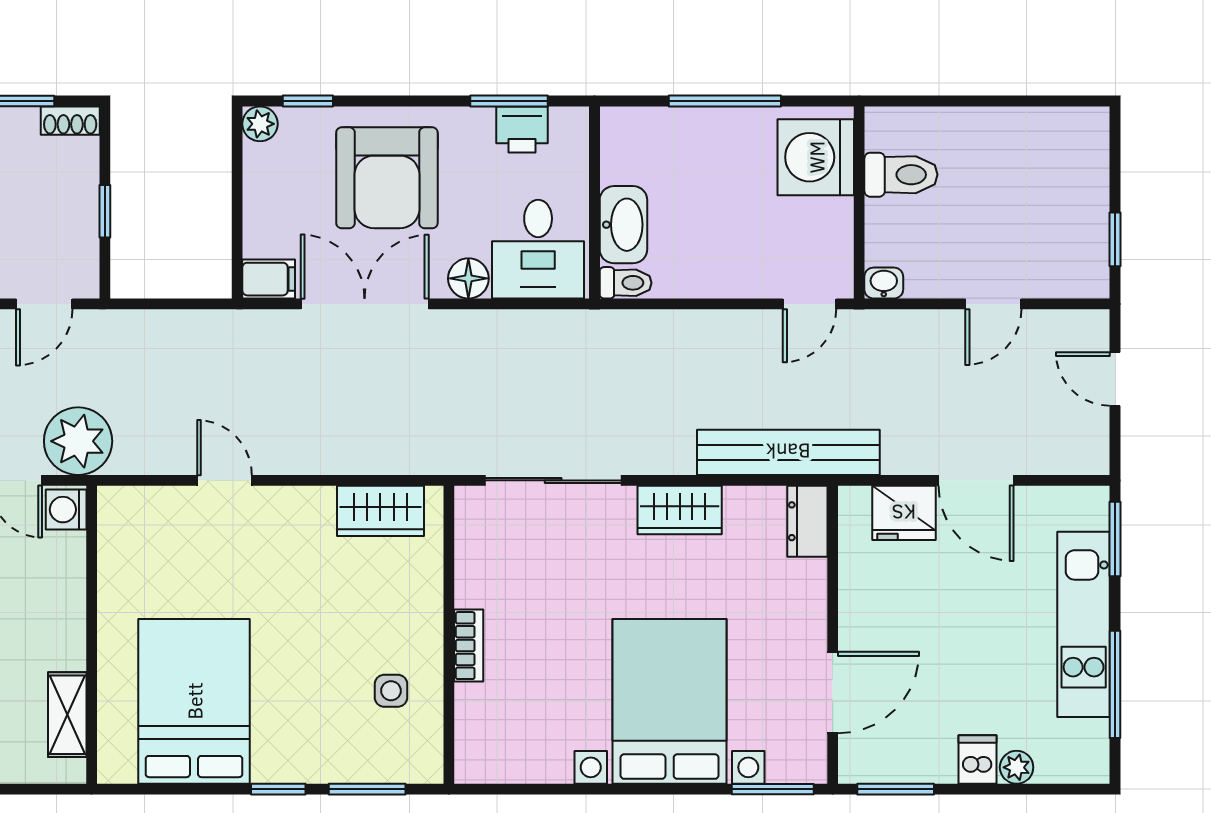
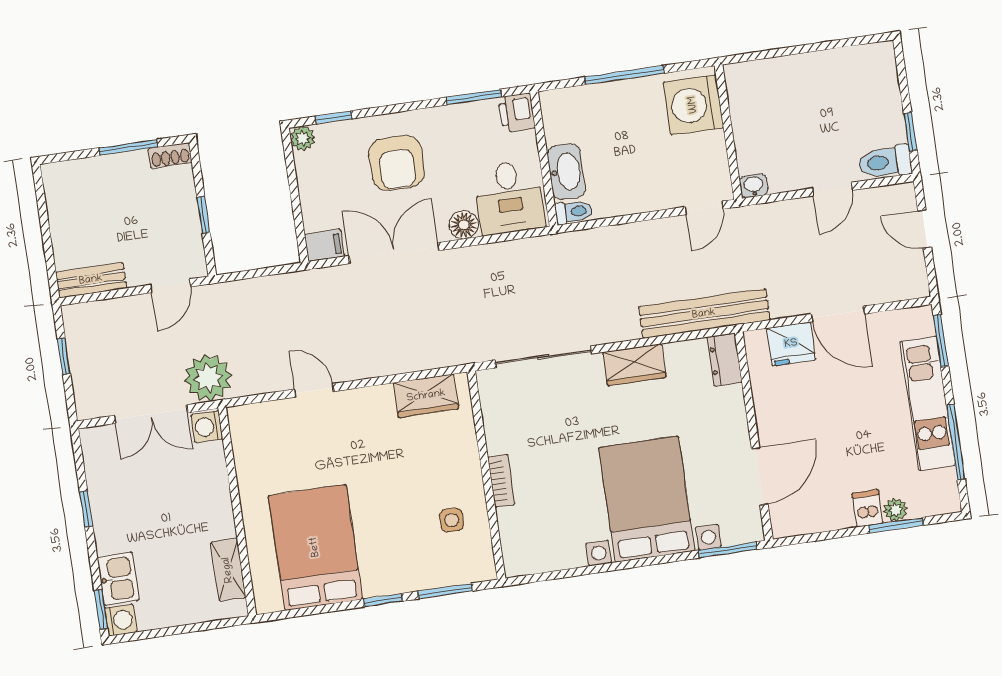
printer: (522, 130) -> (517, 113), moved, turned 90
toilet: (901, 175) -> (885, 162), moved, turned 180
armchair: (387, 178) -> (397, 163), width x0.73, depth x0.73
window: (896, 789) -> (896, 525), moved

